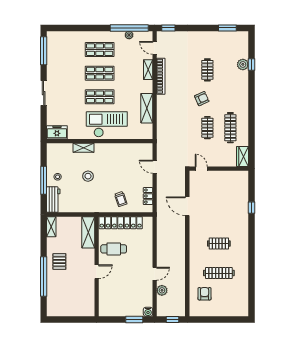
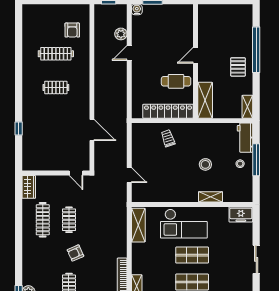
shelving: (147, 108) -> (138, 225), moved
locker: (148, 196) -> (137, 142), removed

